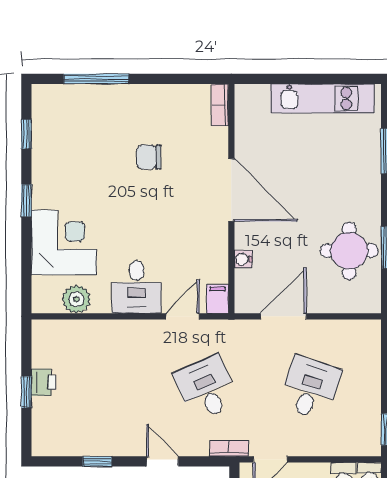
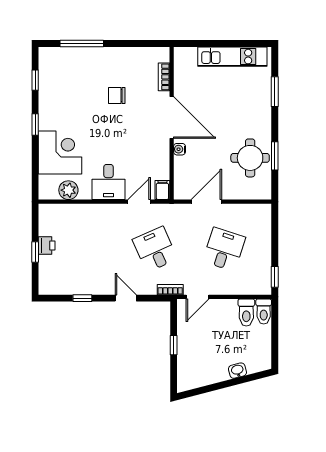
bookcase: (220, 105) -> (164, 77), moved
water cooler: (243, 259) -> (180, 149), moved

